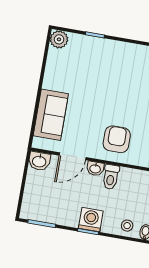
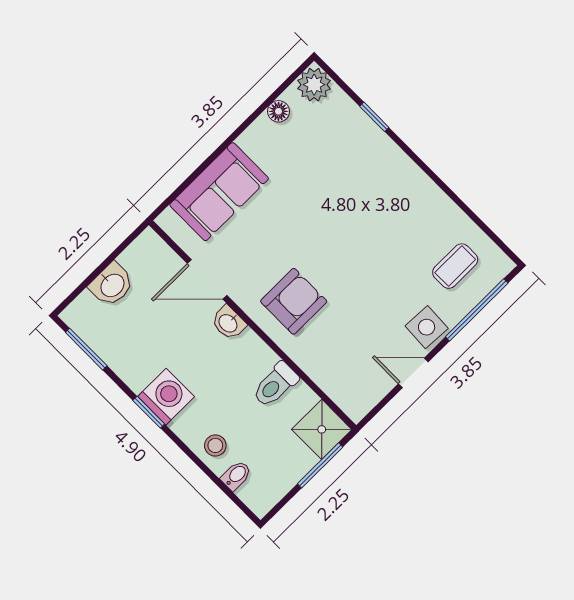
floor lamp: (52, 62) -> (278, 111), added
washbasin: (39, 161) -> (112, 285), moved, turned -90
toilet: (111, 177) -> (275, 385), moved

